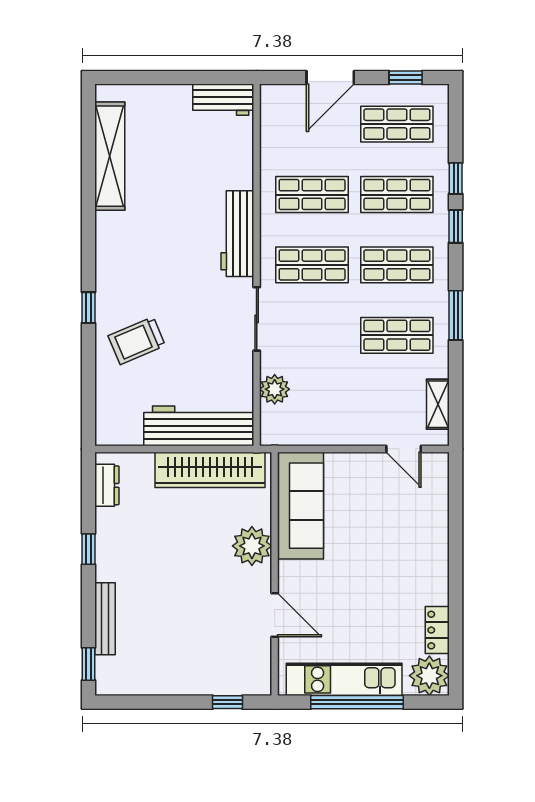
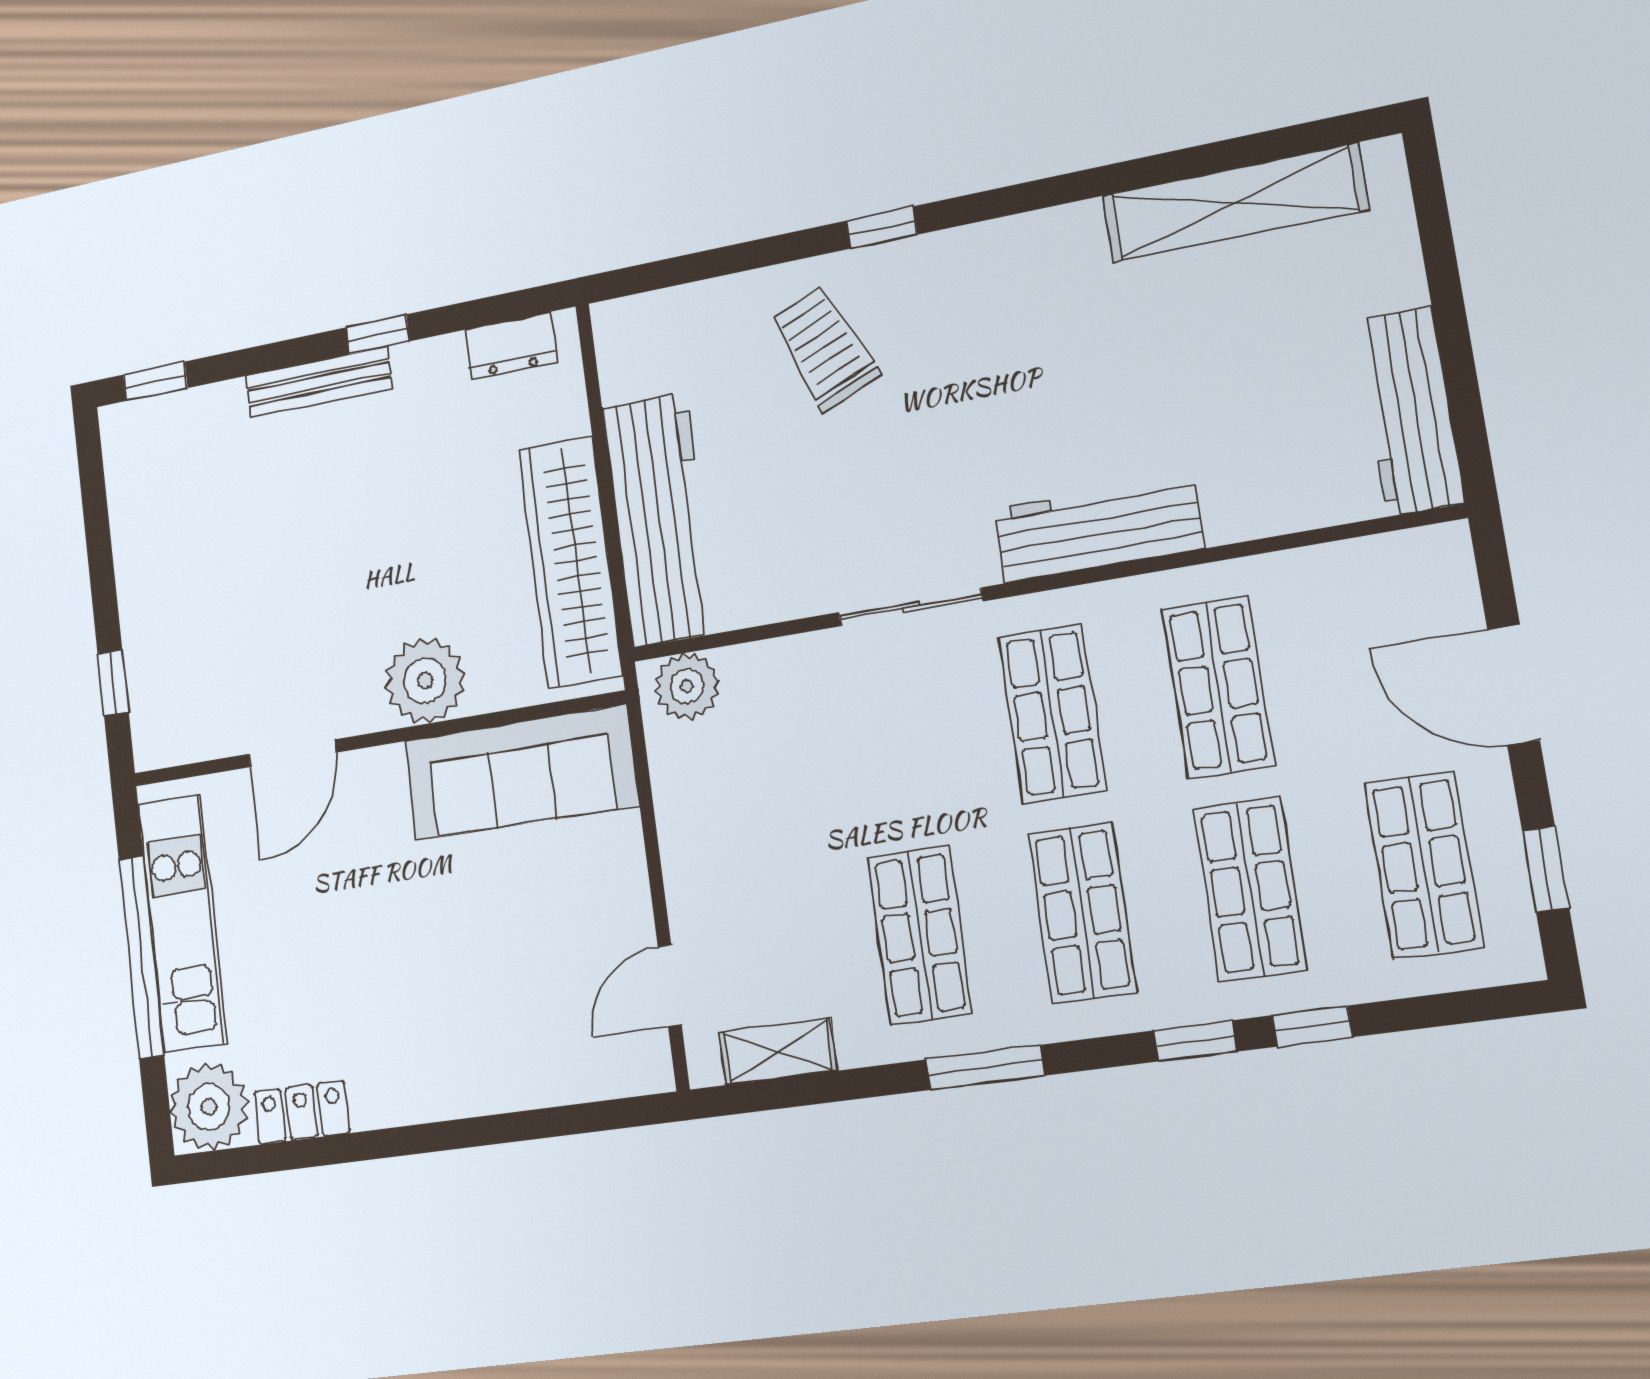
workbench: (223, 100) -> (1410, 411), width x1.37
plant: (275, 389) -> (687, 686), moved
bench: (105, 619) -> (318, 382), moved

